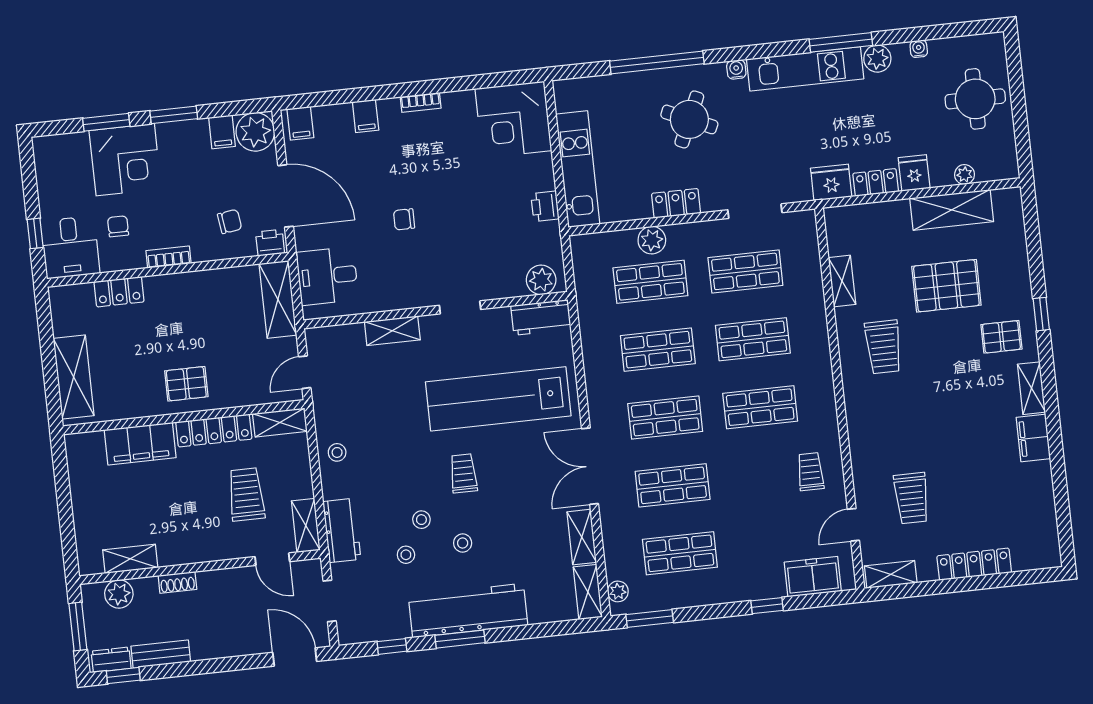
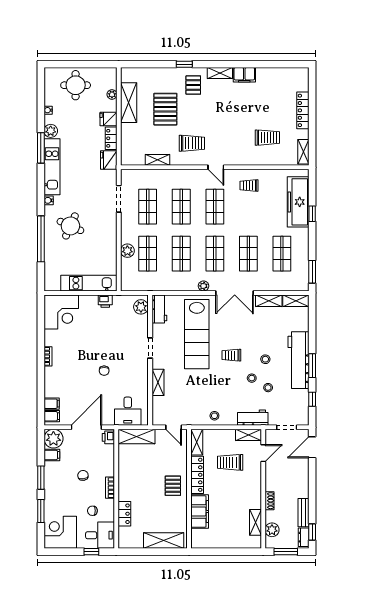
filing cabinet: (366, 116) -> (52, 404), moved
corner desk: (125, 160) -> (60, 532), moved, turned -90
locker: (676, 203) -> (111, 237), removed
chair: (230, 221) -> (83, 475), moved
door: (853, 525) -> (216, 167), moved
freezer: (813, 577) -> (298, 202), width x1.91, depth x1.26
plant: (618, 591) -> (204, 286), moved

